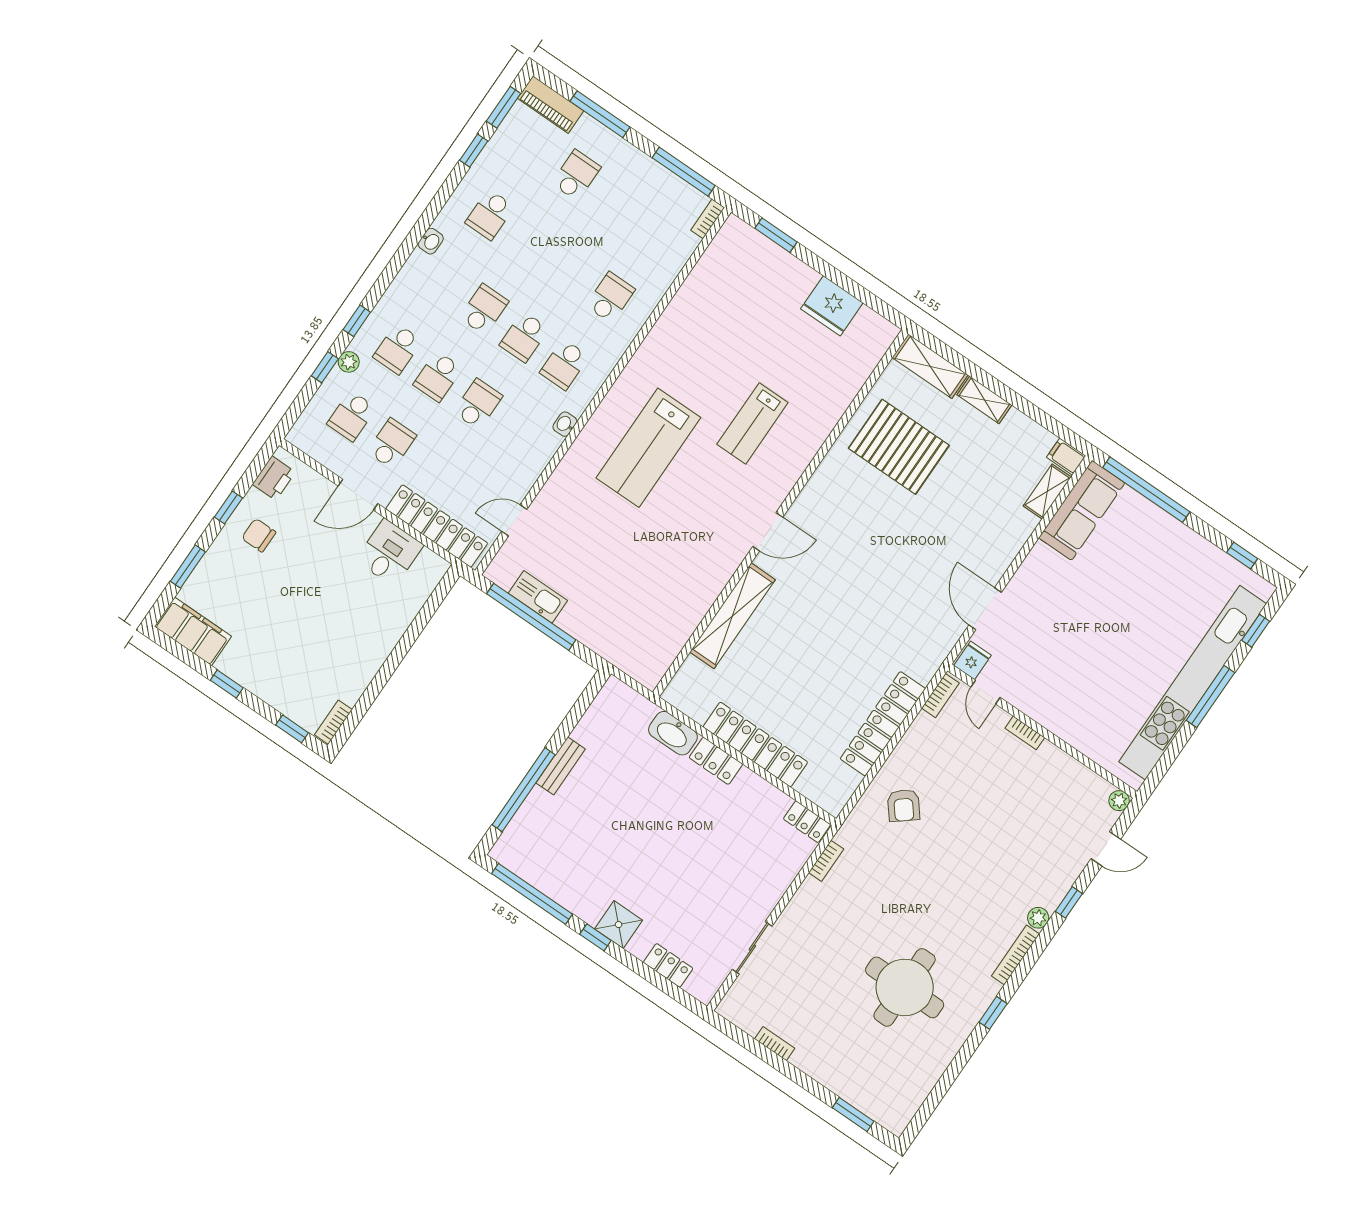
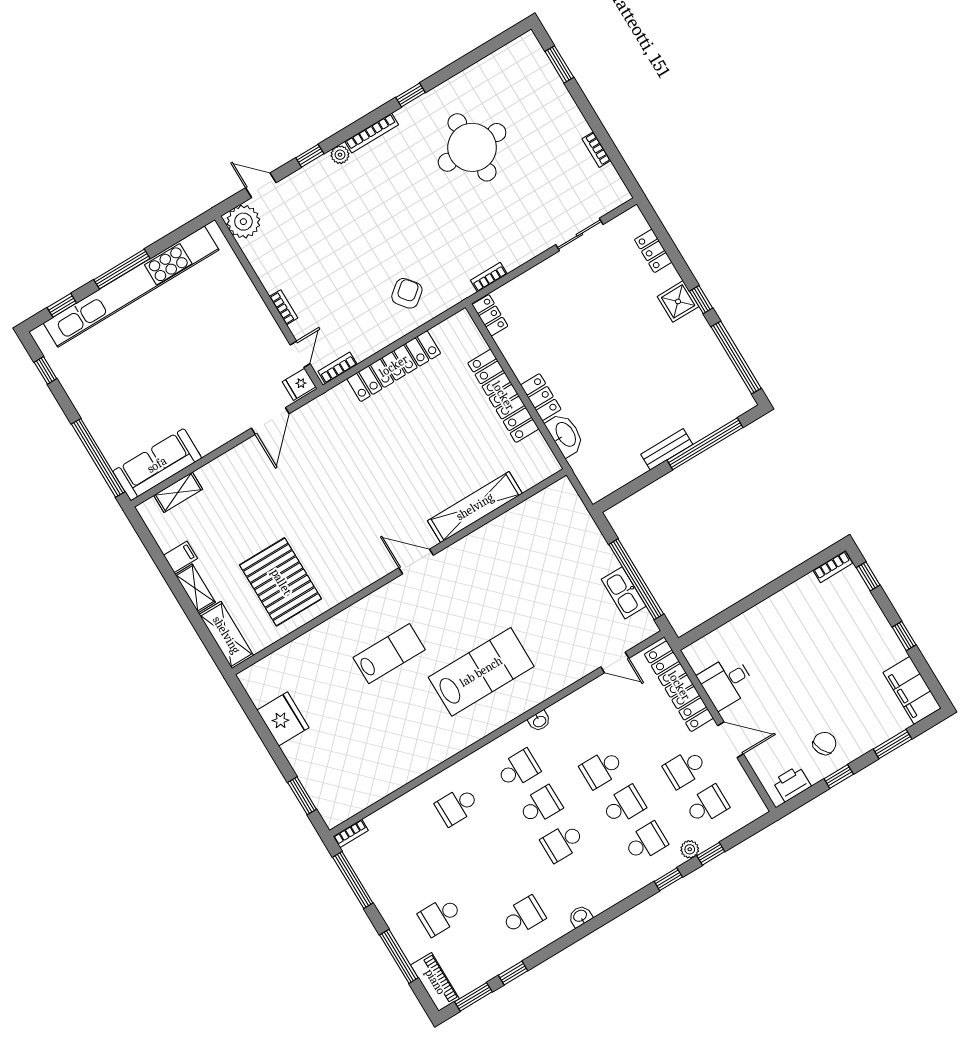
filing cabinet: (1066, 457) -> (180, 557), moved, turned -90
chair: (259, 535) -> (825, 743), turned -116
plant: (1119, 801) -> (243, 222), width x1.87, depth x1.87

